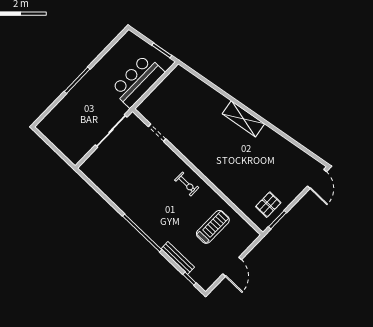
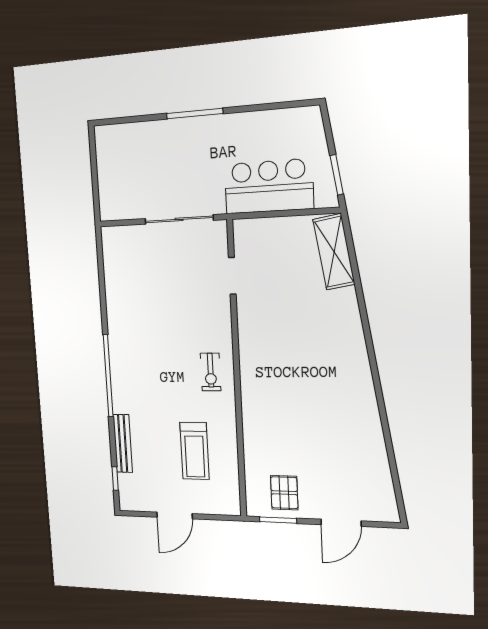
shelving: (243, 119) -> (334, 252), moved
door: (317, 179) -> (341, 523), moved
pallet: (268, 205) -> (284, 493), turned 90
treadmill: (213, 227) -> (194, 451), turned 90

